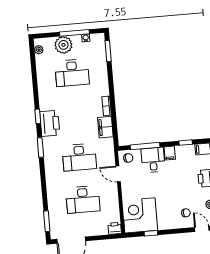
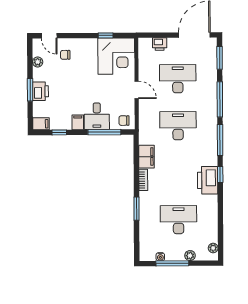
plant: (63, 45) -> (190, 256), width x0.53, depth x0.53
window: (108, 51) -> (137, 209), moved
printer: (50, 123) -> (208, 180), moved
window: (40, 147) -> (220, 140), width x1.44
door: (118, 174) -> (137, 90), moved
window: (44, 184) -> (220, 99), added
printer: (115, 228) -> (160, 44), moved

